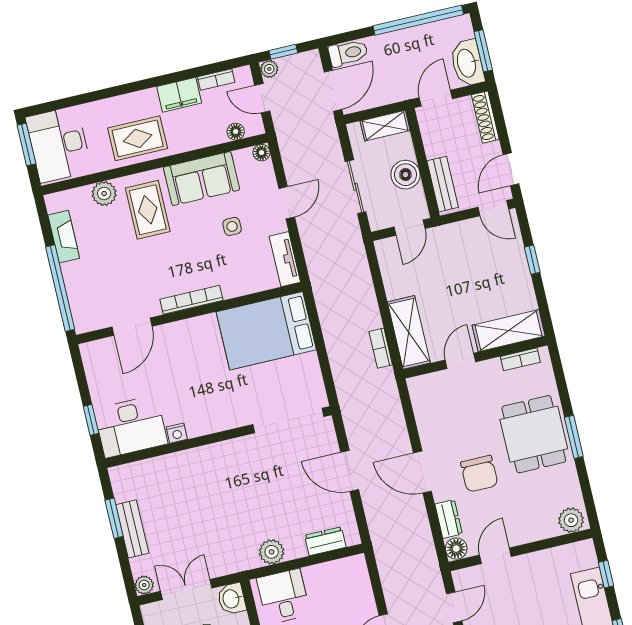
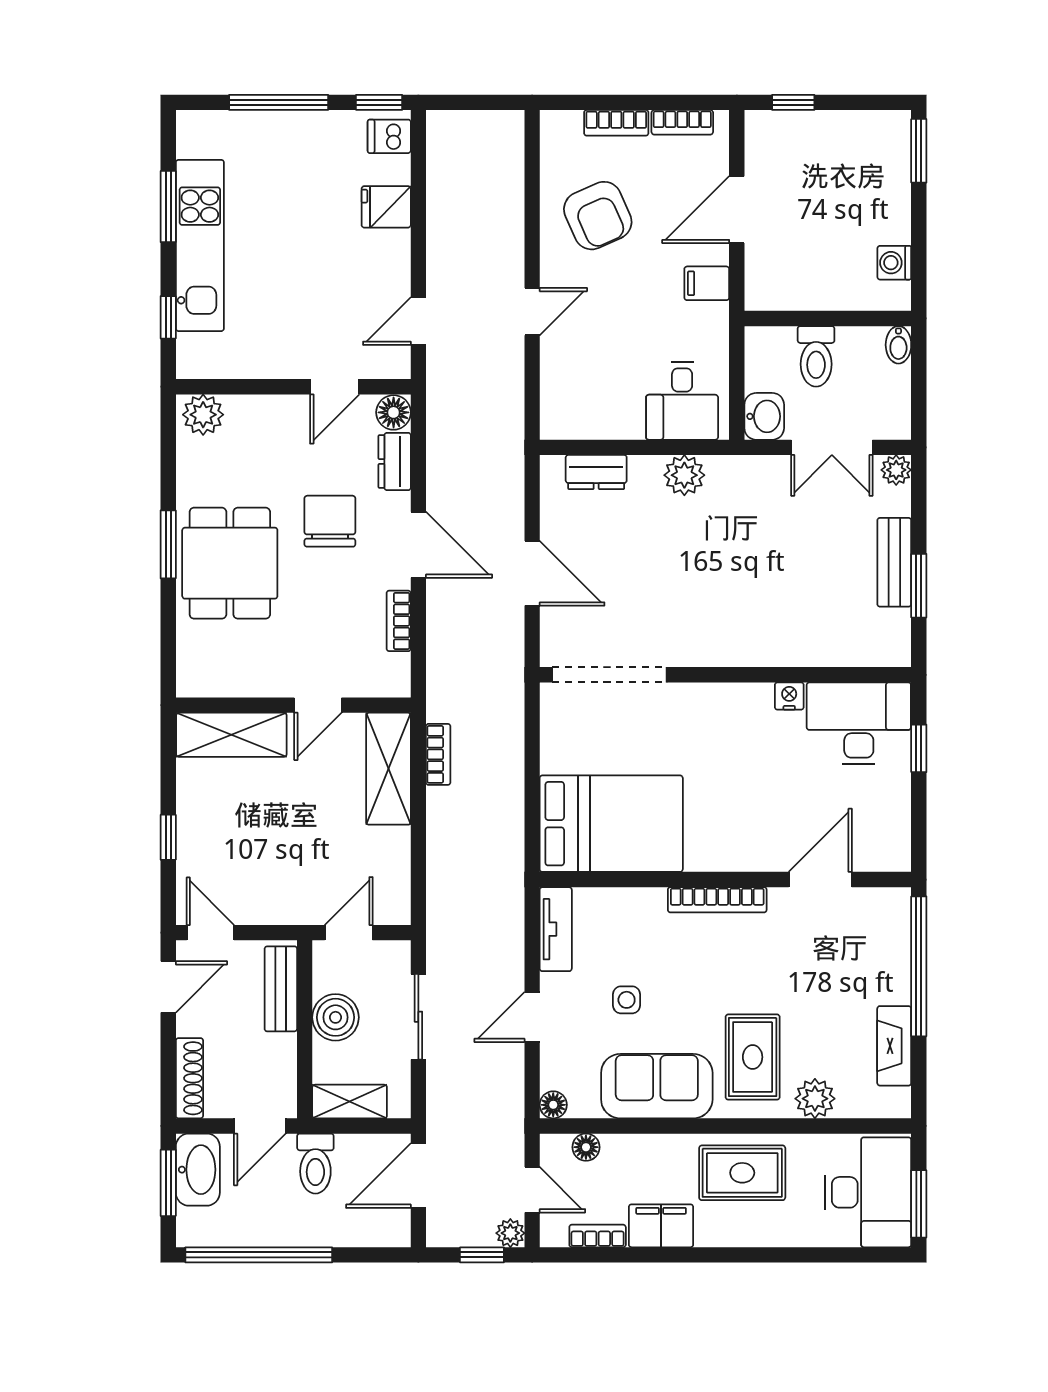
toilet: (348, 53) -> (315, 1164), moved, turned -90
bookcase: (520, 359) -> (399, 621), moved, turned -90

